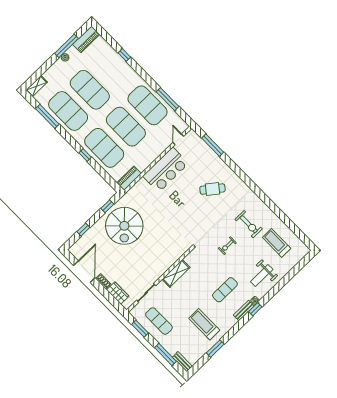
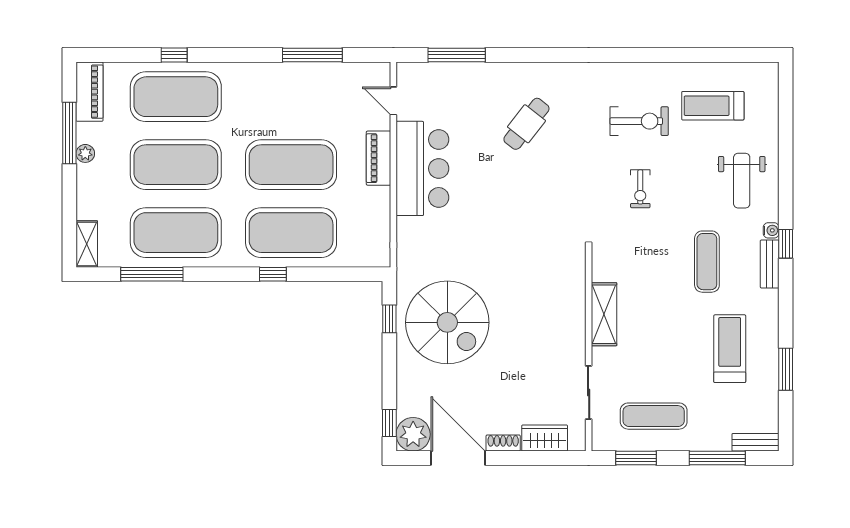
exercise mat: (148, 105) -> (176, 97), moved
piano: (129, 178) -> (379, 158), moved
window: (83, 230) -> (389, 423), moved
plant: (78, 250) -> (413, 434), added
treadmill: (204, 324) -> (730, 349), turned 90

